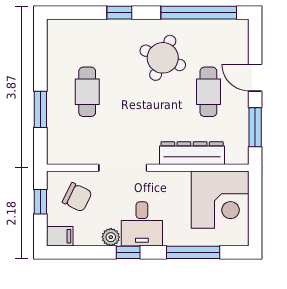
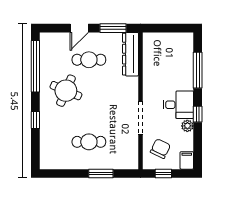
dresser: (192, 153) -> (131, 54), moved
corner desk: (220, 200) -> (162, 52), removed

